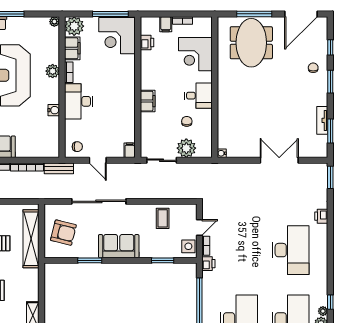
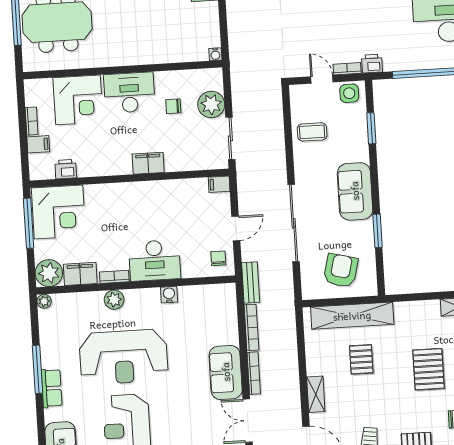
desk: (198, 96) -> (129, 93), width x1.37

